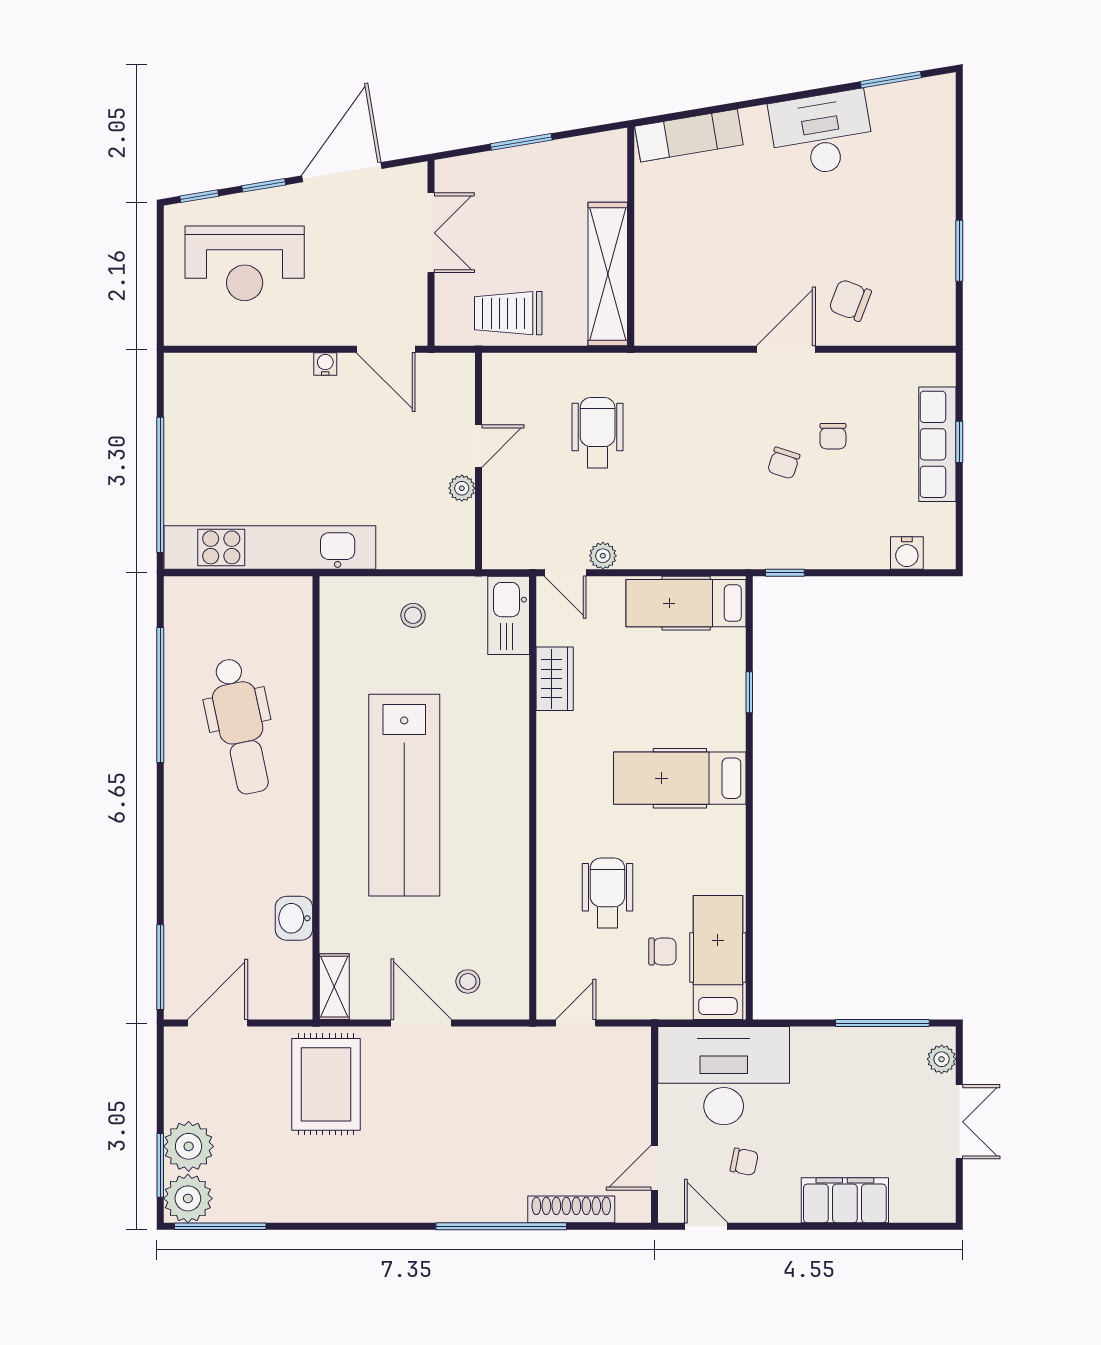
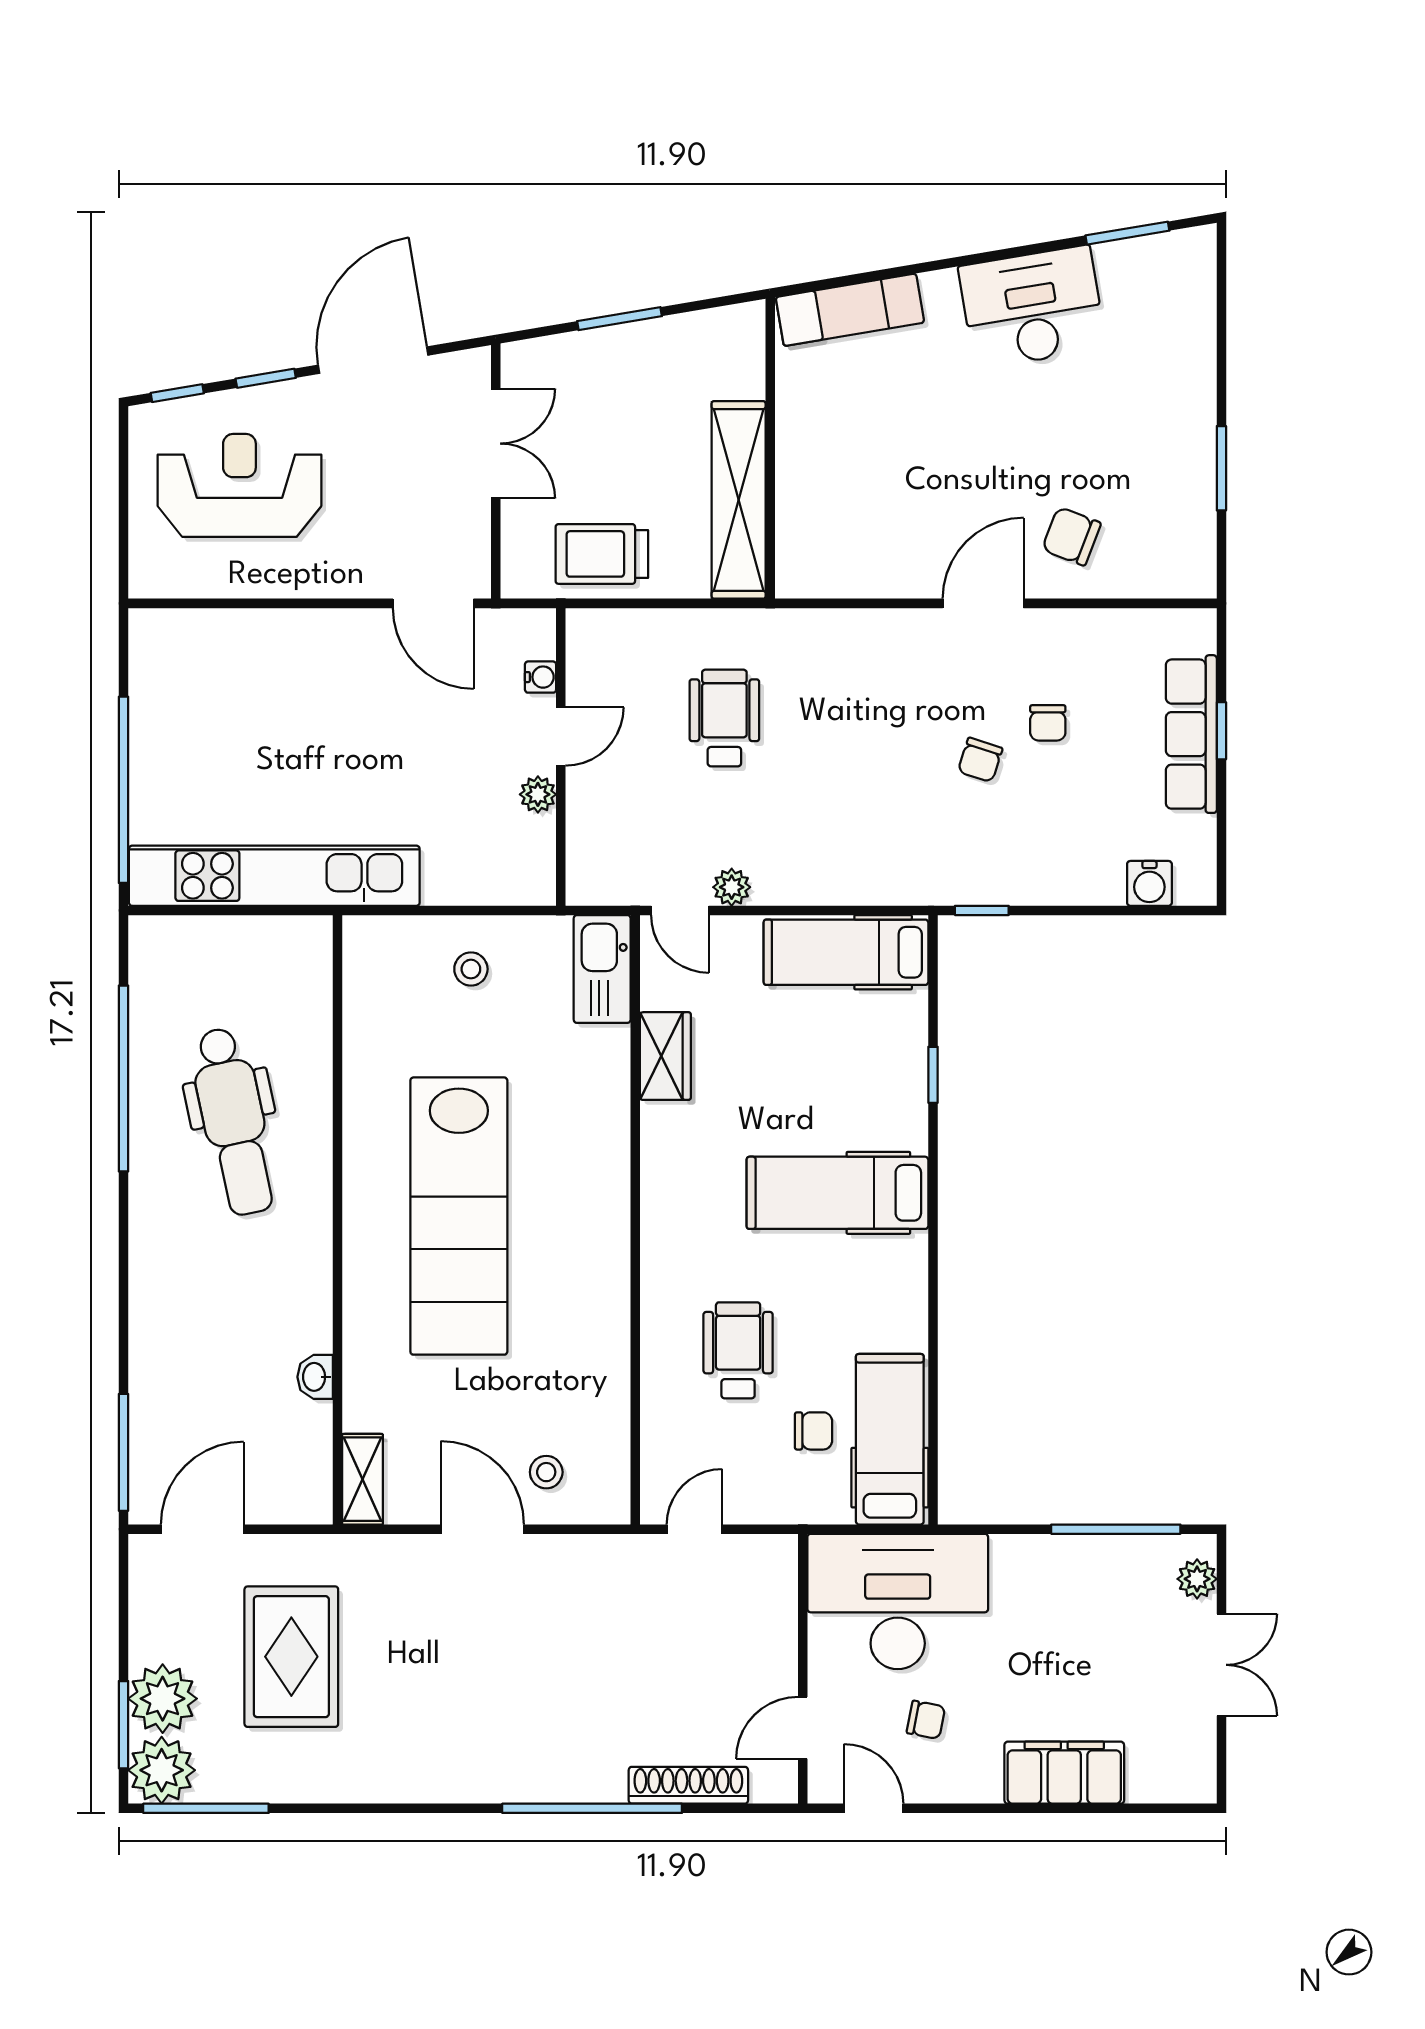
reception desk: (245, 263) -> (239, 485), turned 180
water cooler: (325, 364) -> (541, 677), moved, turned 90
washbasin: (294, 918) -> (315, 1377), width x0.72, depth x0.69
rug: (326, 1084) -> (291, 1657), moved

